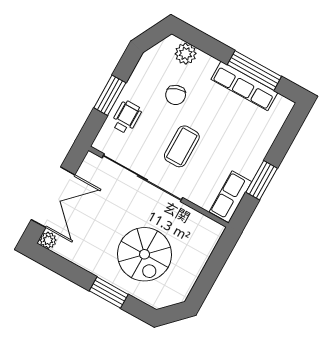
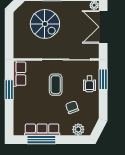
window: (110, 95) -> (103, 79), moved
spiral stairs: (145, 254) -> (45, 24), turned 180

